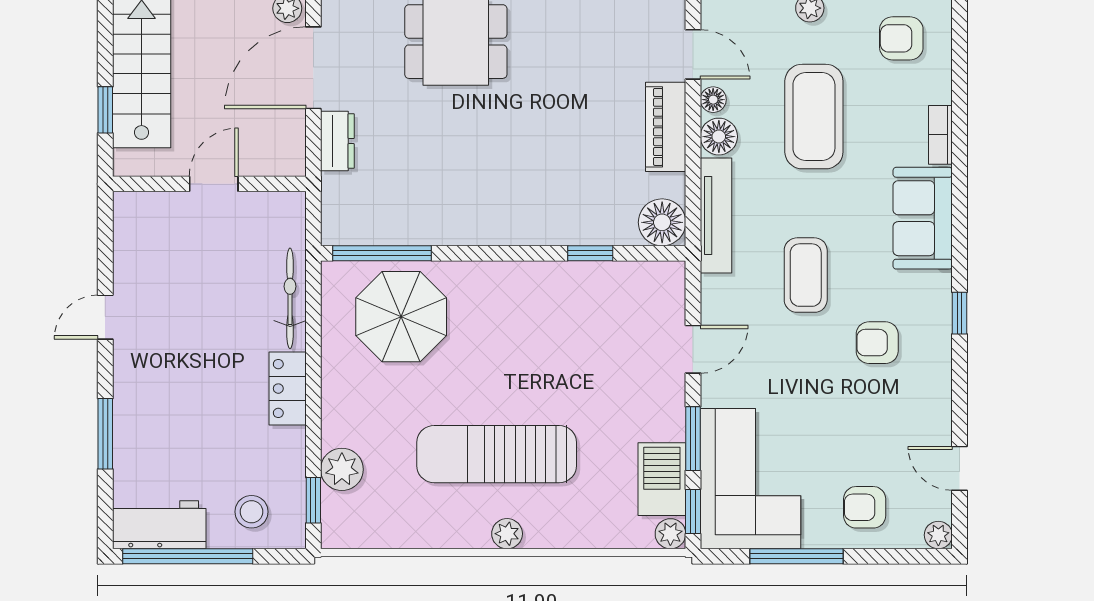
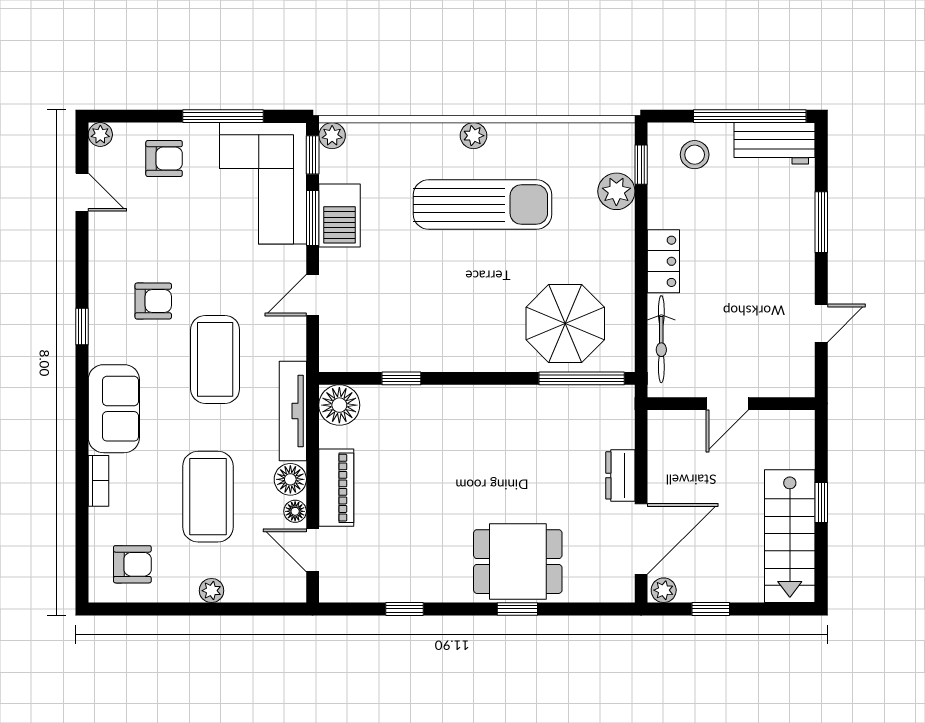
wall: (209, 184) -> (731, 404), moved
door: (214, 184) -> (727, 404), moved
coffee table: (806, 275) -> (215, 359), width x1.36, depth x1.32
barbecue: (662, 479) -> (339, 216), moved

